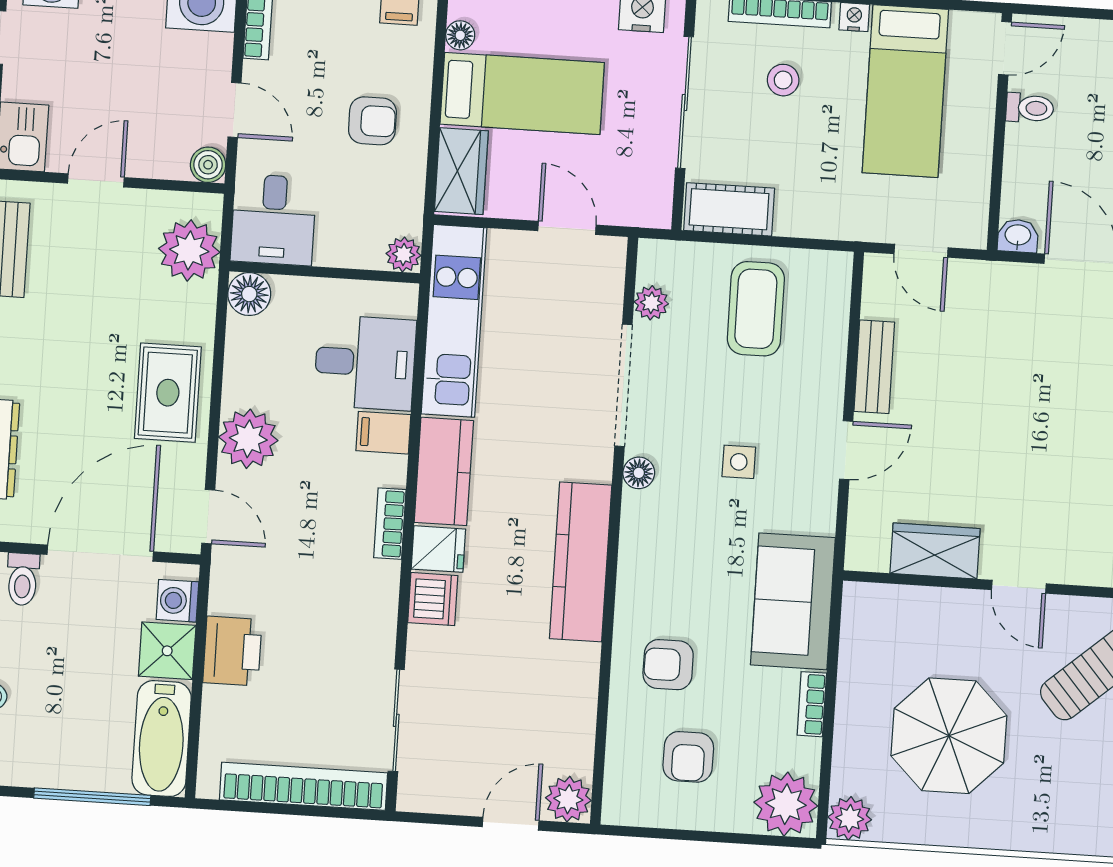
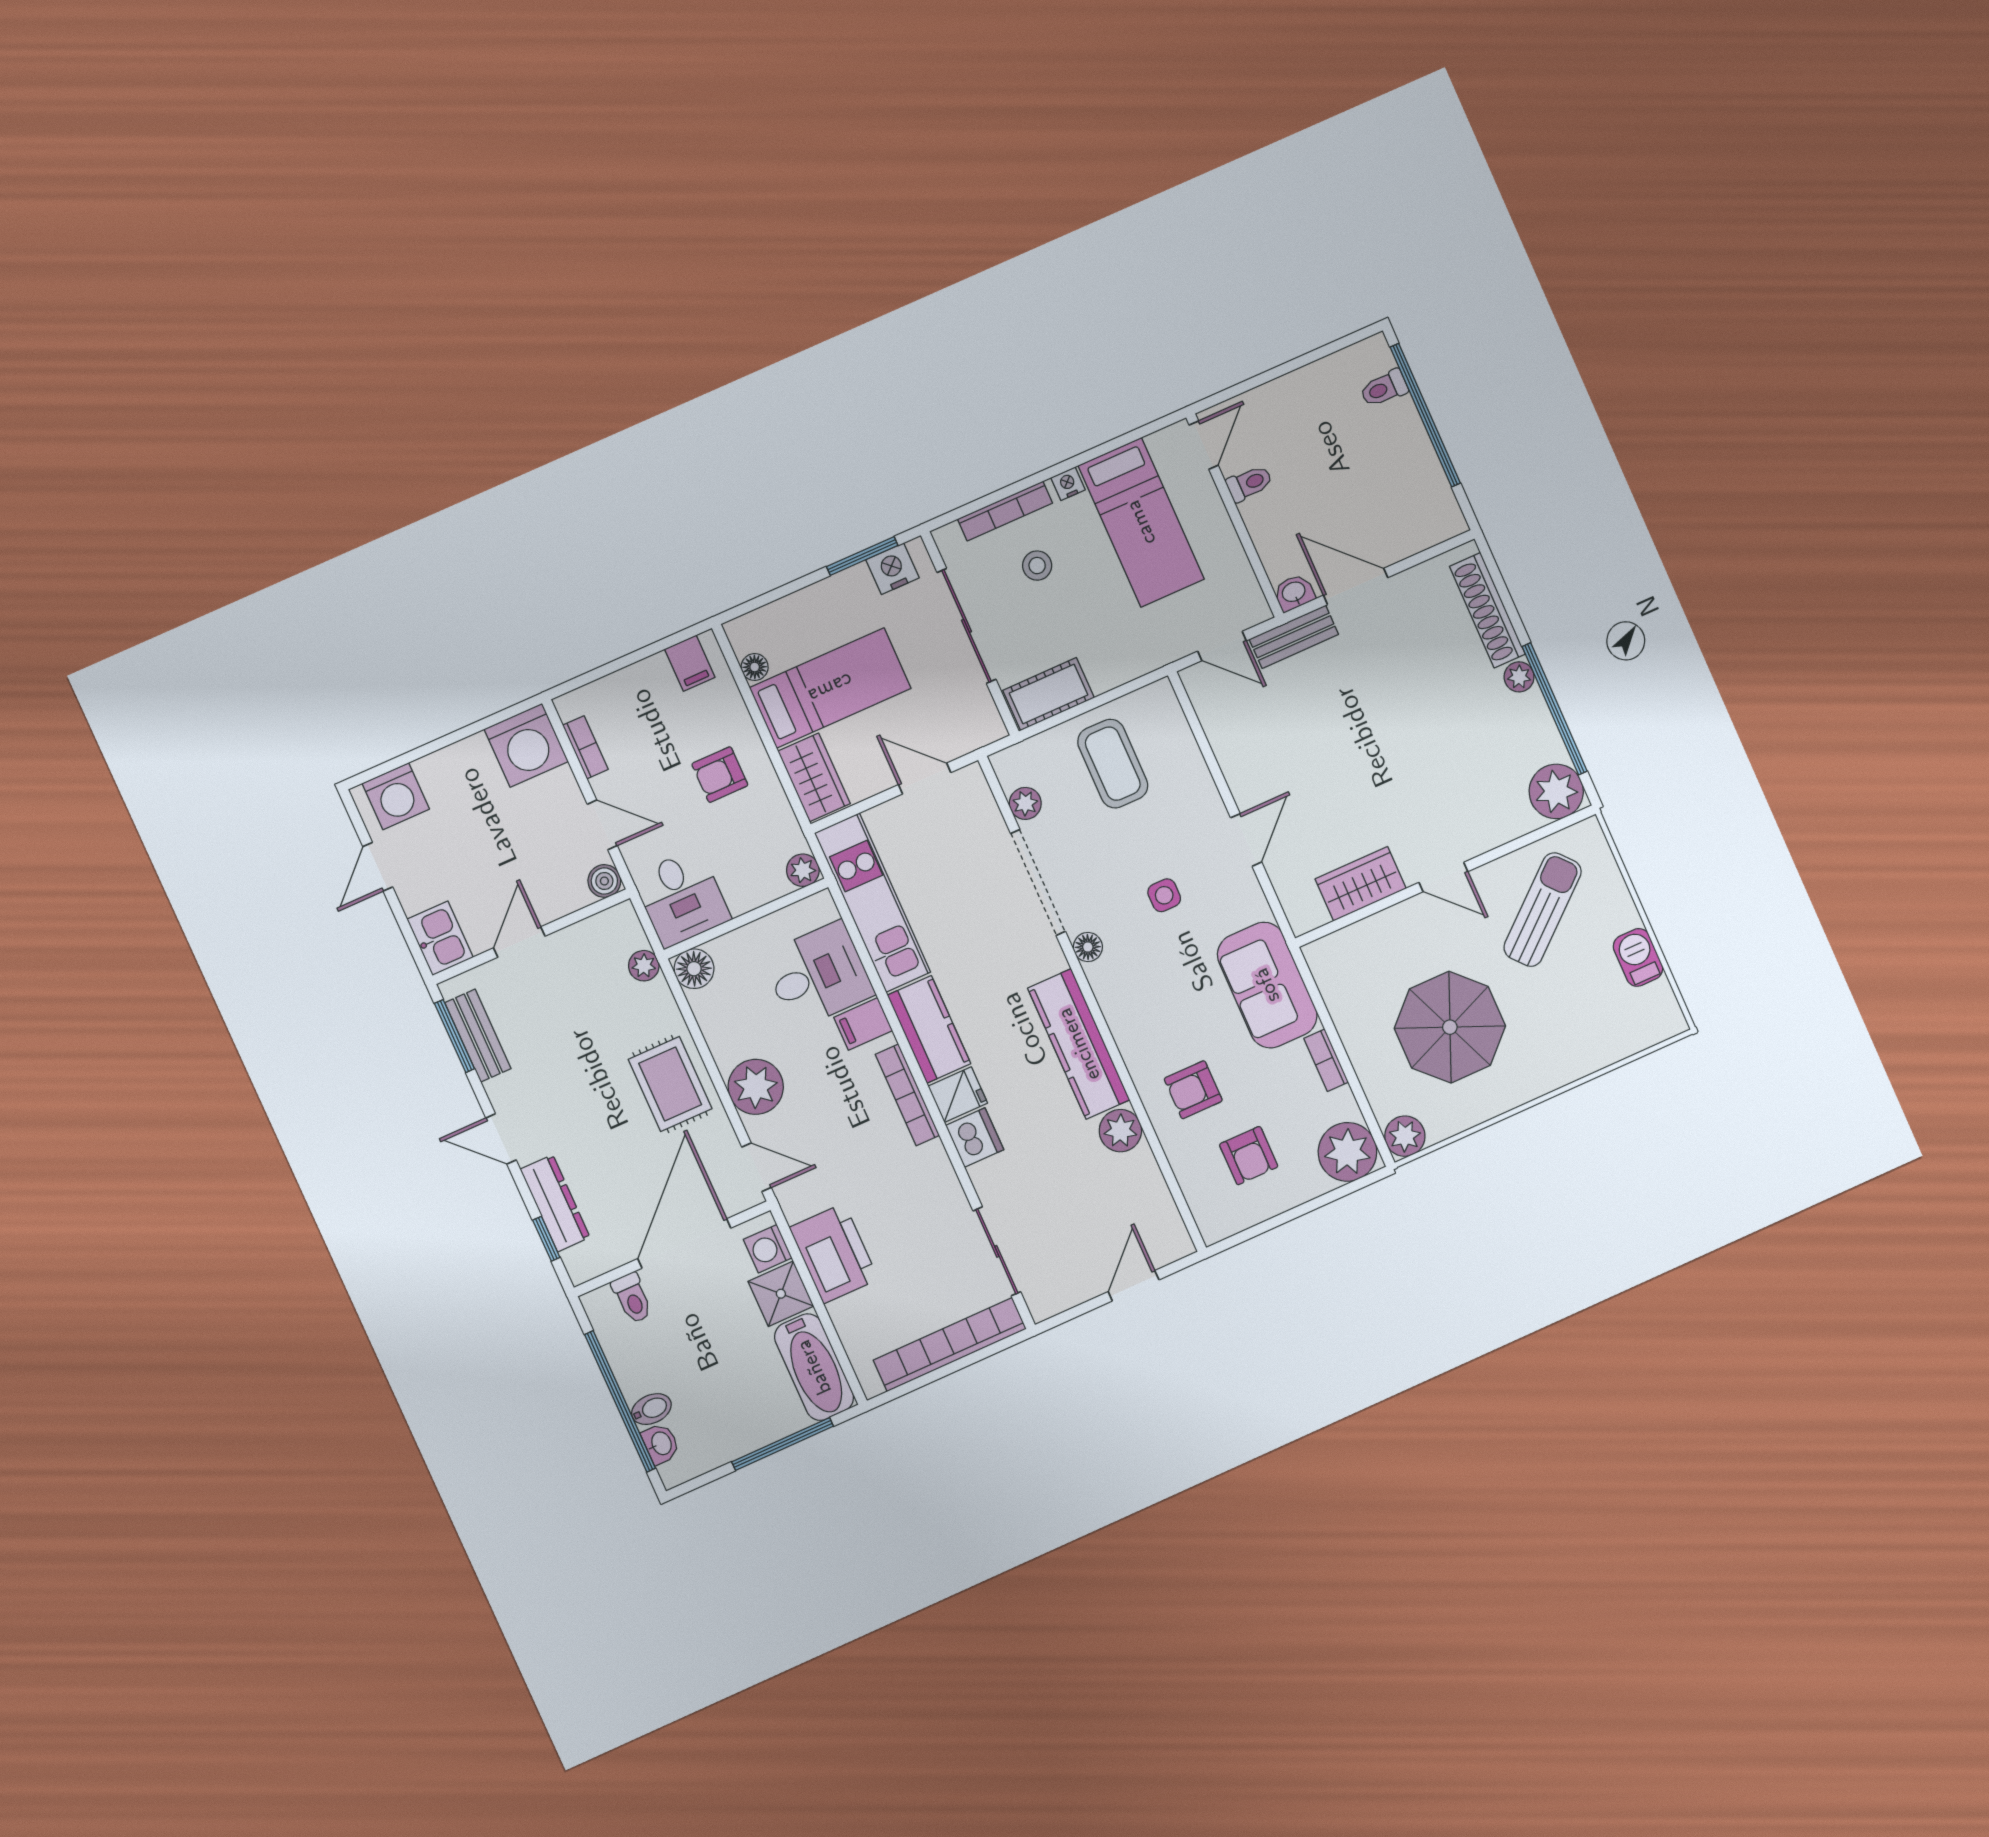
armchair: (372, 121) -> (720, 775), turned 180
plant: (189, 250) -> (644, 966), width x0.53, depth x0.53
bench: (874, 367) -> (1294, 637), moved, turned 90
bookcase: (390, 524) -> (907, 1095), width x1.56
printer: (232, 651) -> (834, 1253), width x1.37, depth x1.19
plant: (568, 799) -> (1120, 1131), moved

